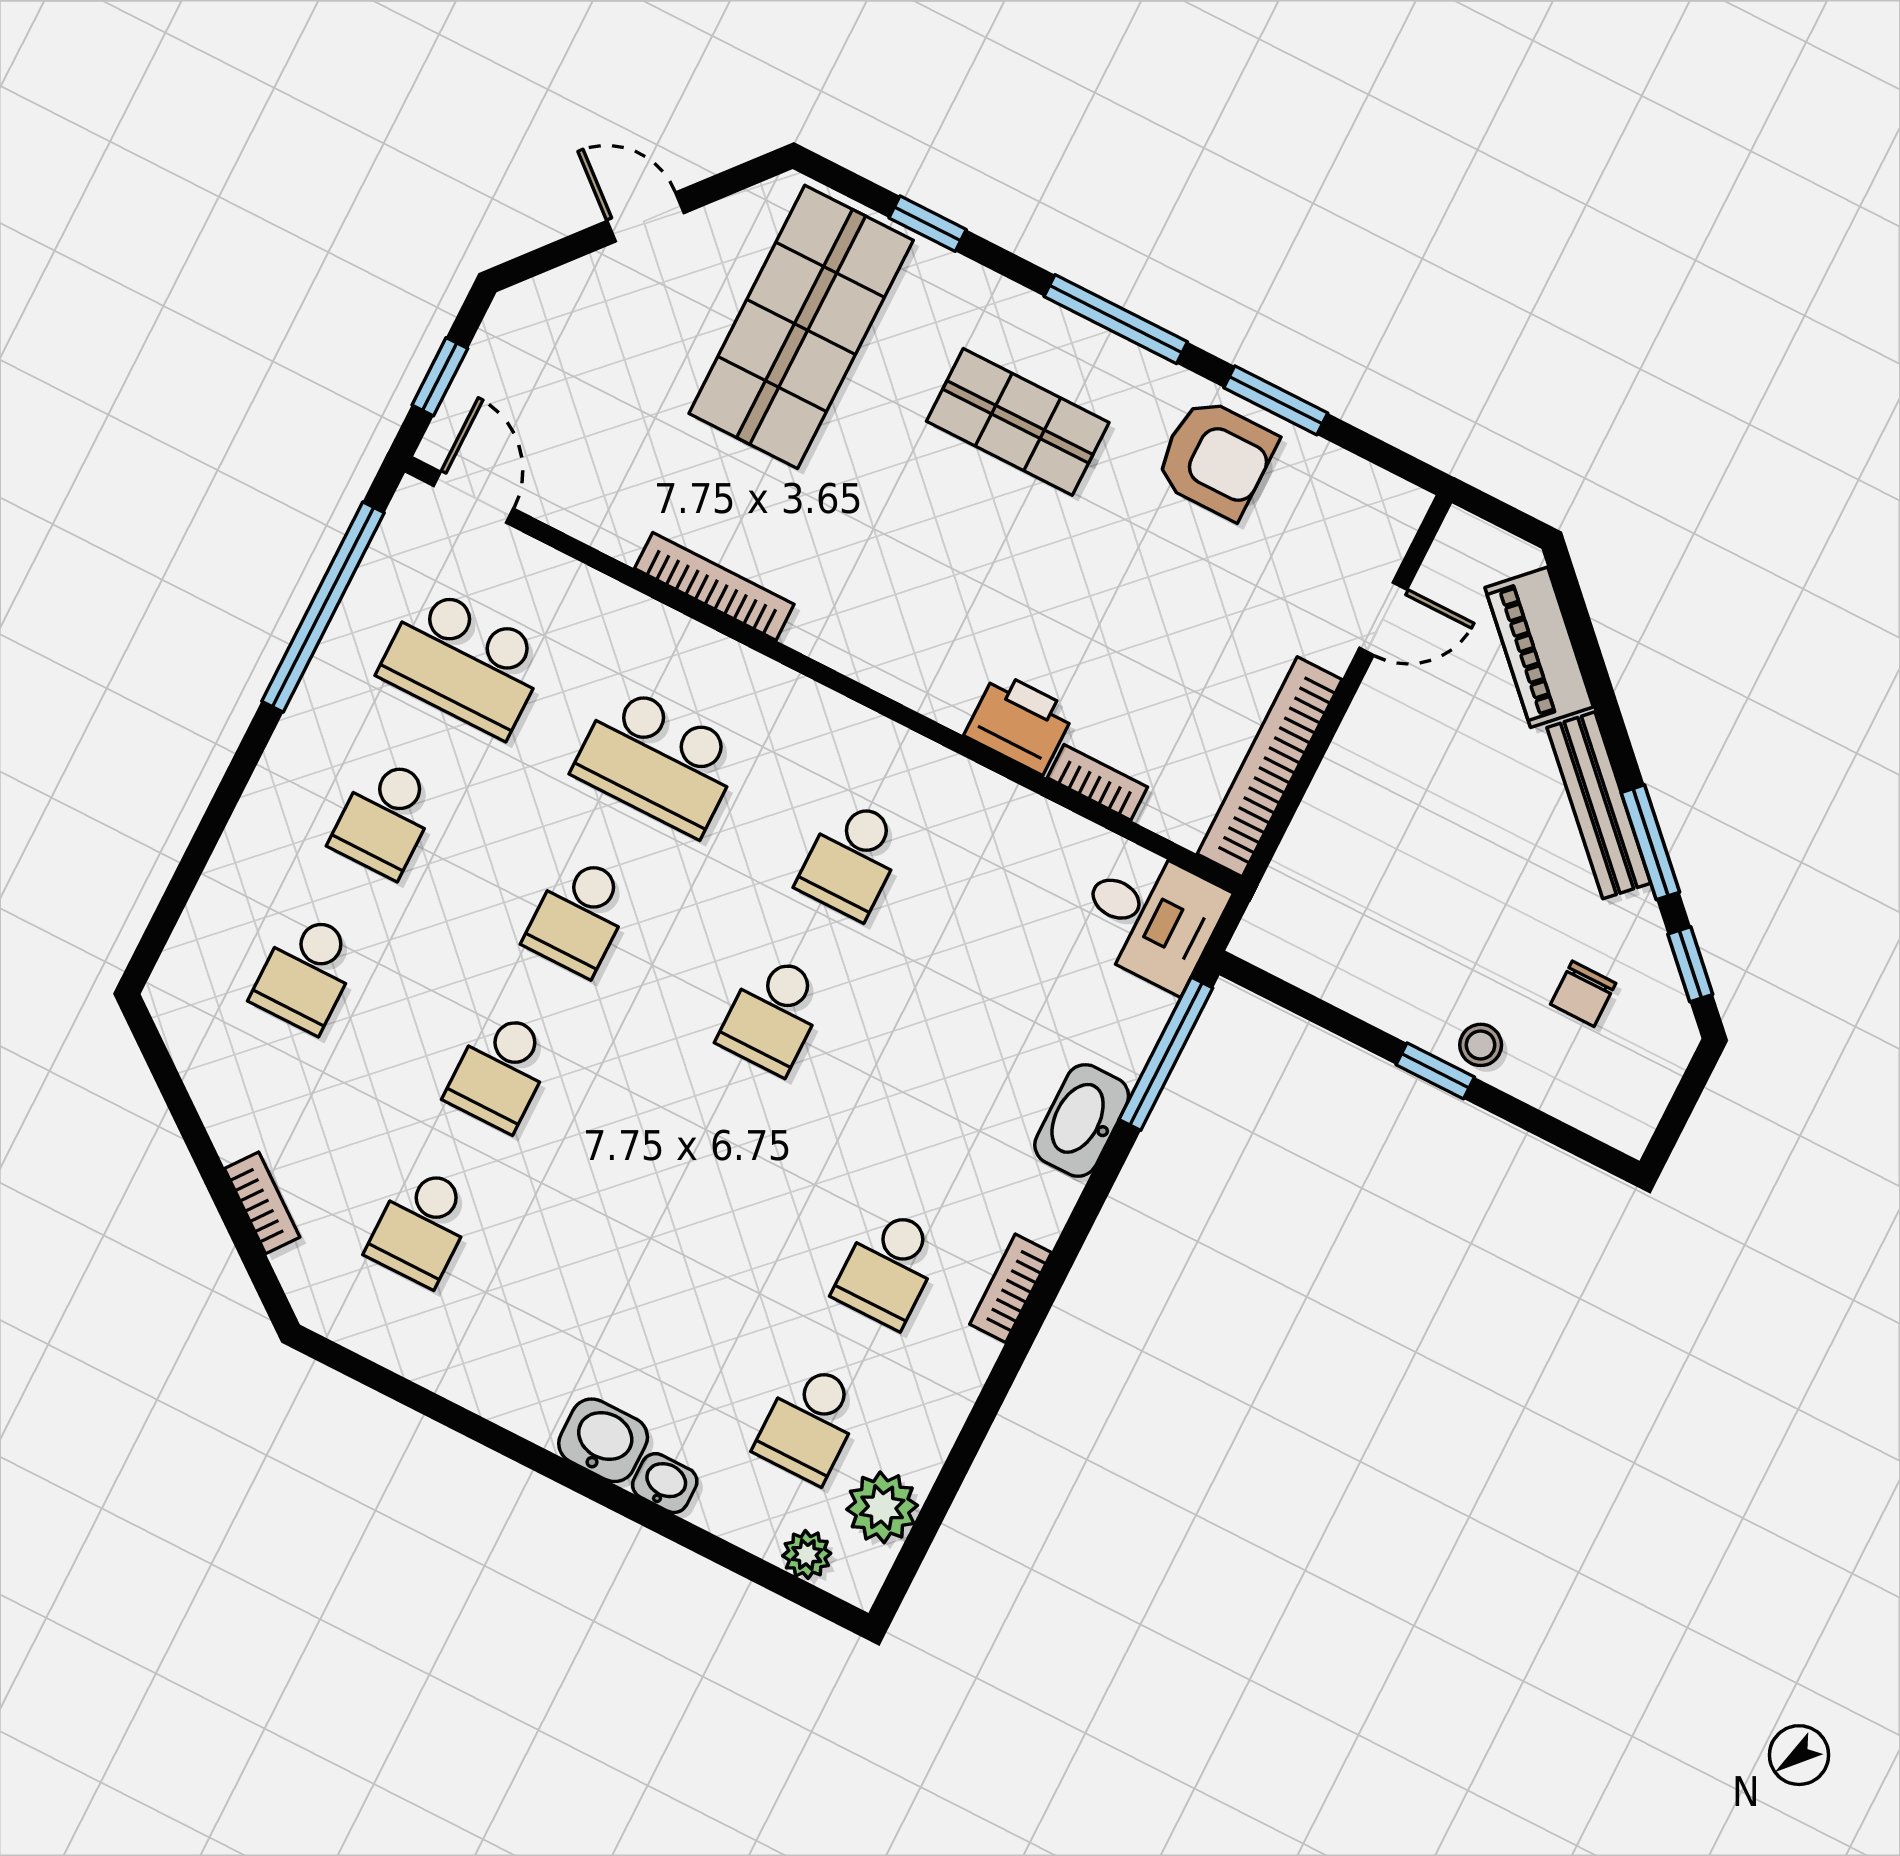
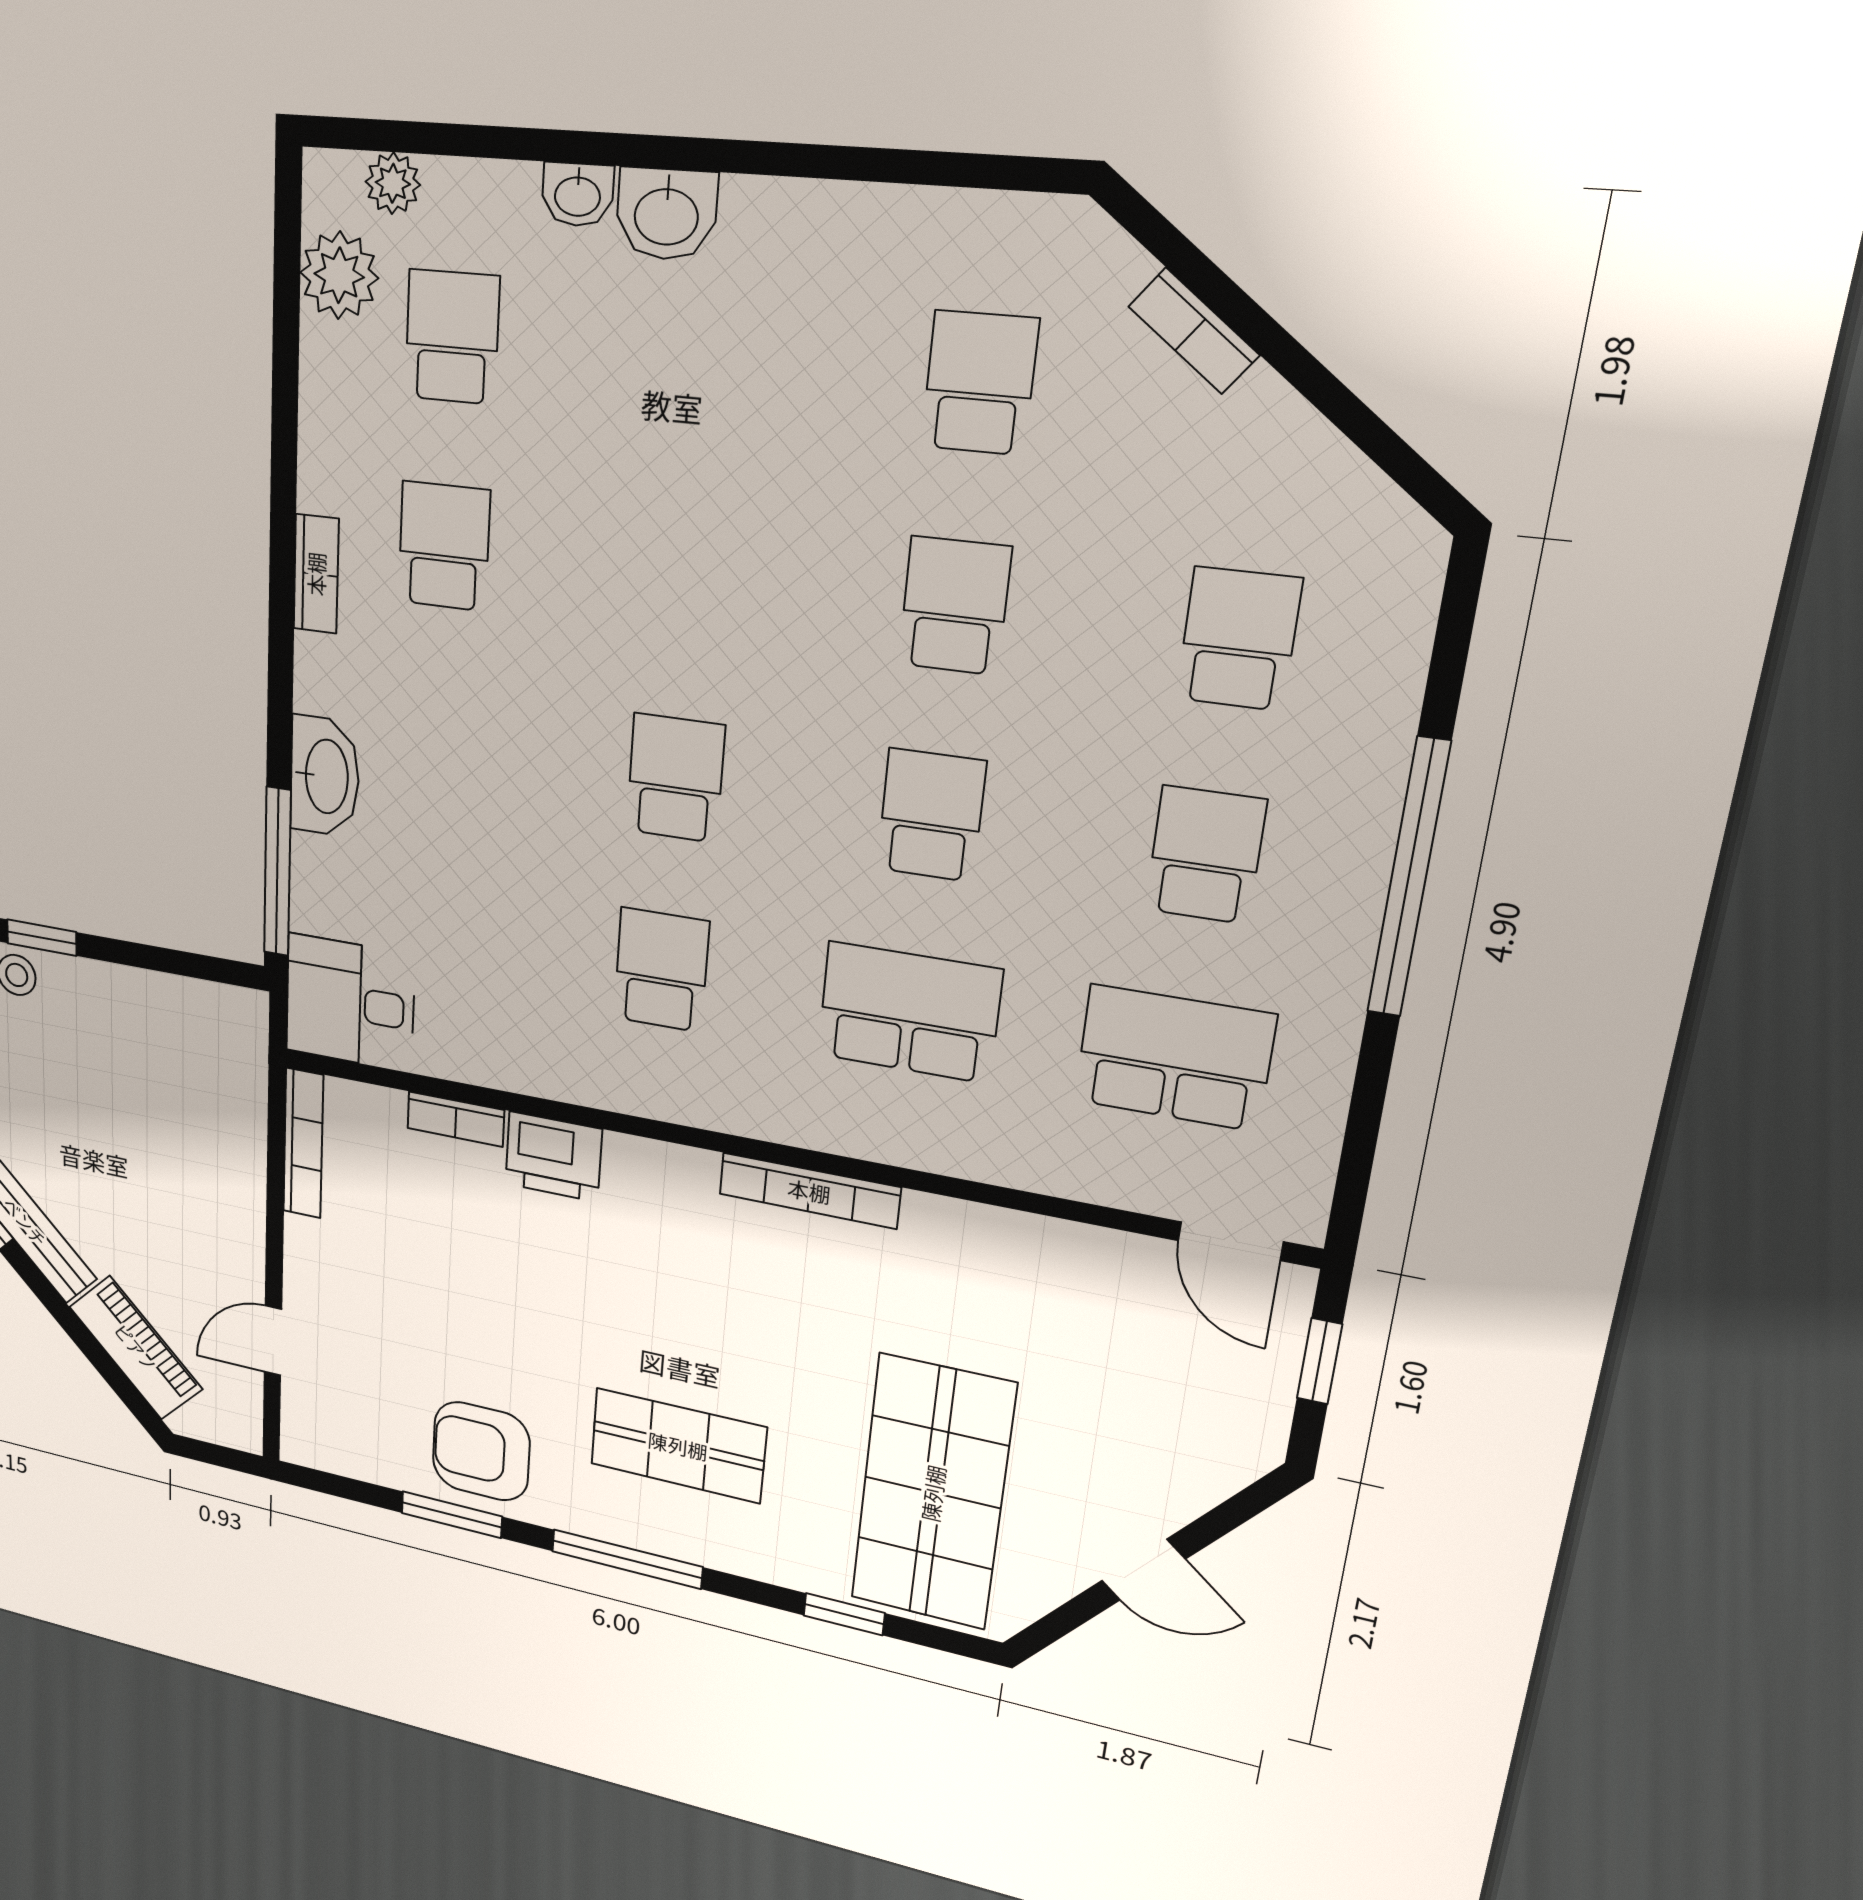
bookcase: (714, 586) -> (809, 1191), moved
window: (323, 607) -> (1409, 878), moved
bookcase: (1270, 767) -> (303, 1143), width x0.68, depth x0.76

